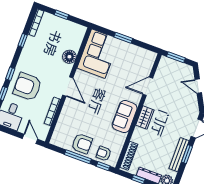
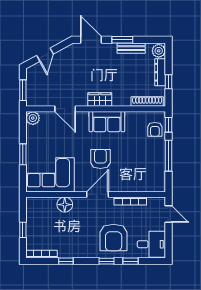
plant: (150, 57) -> (33, 118), added
door: (30, 139) -> (169, 214), swing flipped
armchair: (82, 144) -> (100, 159), moved
bench: (179, 155) -> (131, 48), width x0.73

